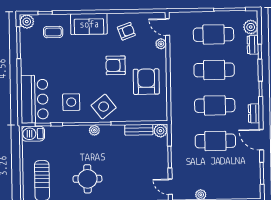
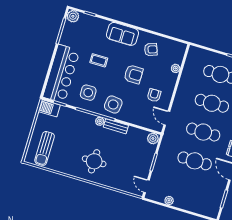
door: (167, 27) -> (167, 118), moved
coffee table: (53, 32) -> (99, 60), moved
armchair: (116, 65) -> (133, 74), turned 180
armchair: (146, 82) -> (154, 95), width x0.53, depth x0.53
bar counter: (34, 99) -> (61, 74), width x1.36
side table: (104, 107) -> (113, 104), turned 45
bench: (139, 130) -> (116, 126), moved
round table: (87, 179) -> (94, 161), moved

